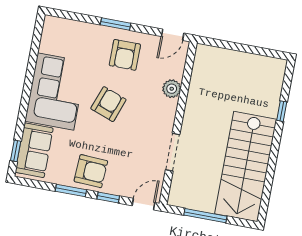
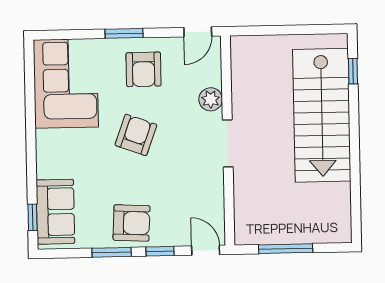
corner sofa: (56, 92) -> (66, 83), moved
window: (282, 111) -> (353, 71), moved
doorway: (173, 152) -> (228, 143), moved
stairs: (246, 167) -> (322, 115), moved
door: (144, 204) -> (206, 250), hinge flipped

